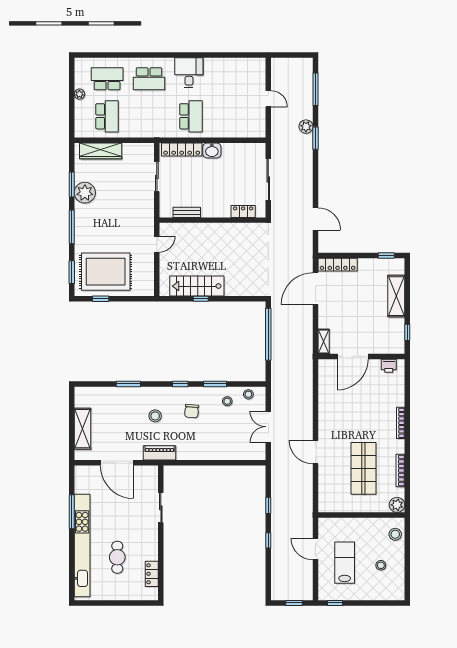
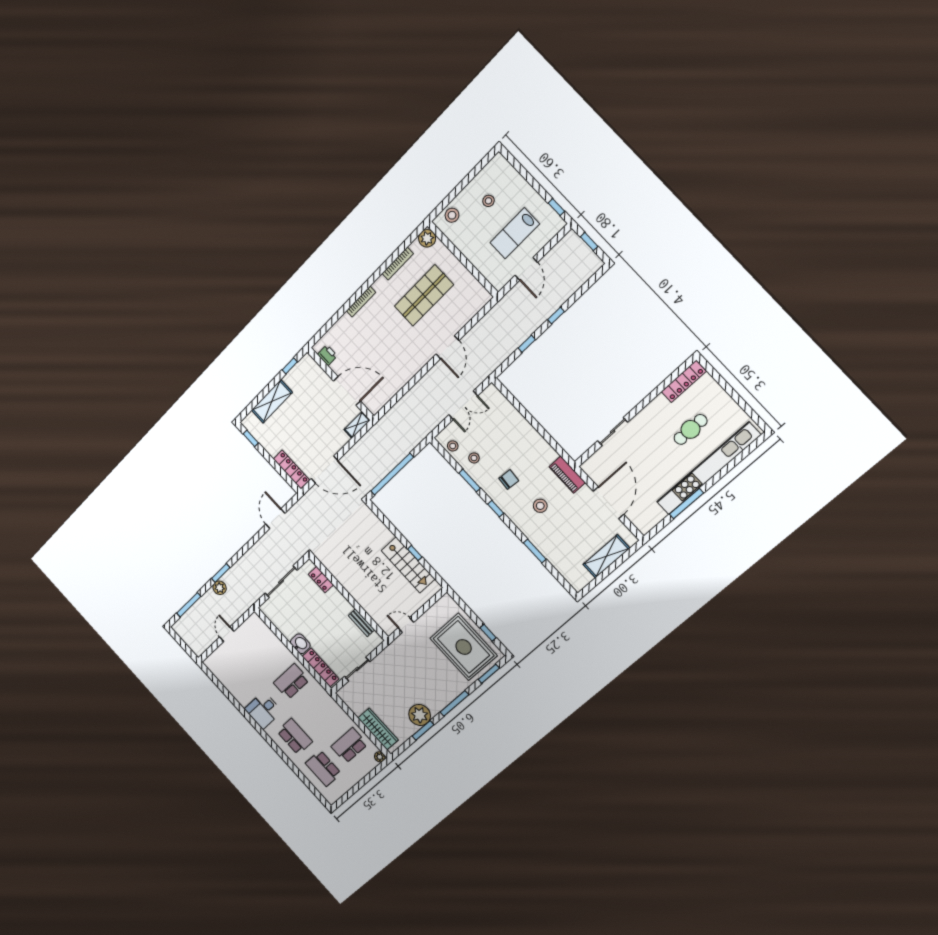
plant: (79, 94) -> (380, 757), moved
locker: (152, 574) -> (684, 381), width x1.53

